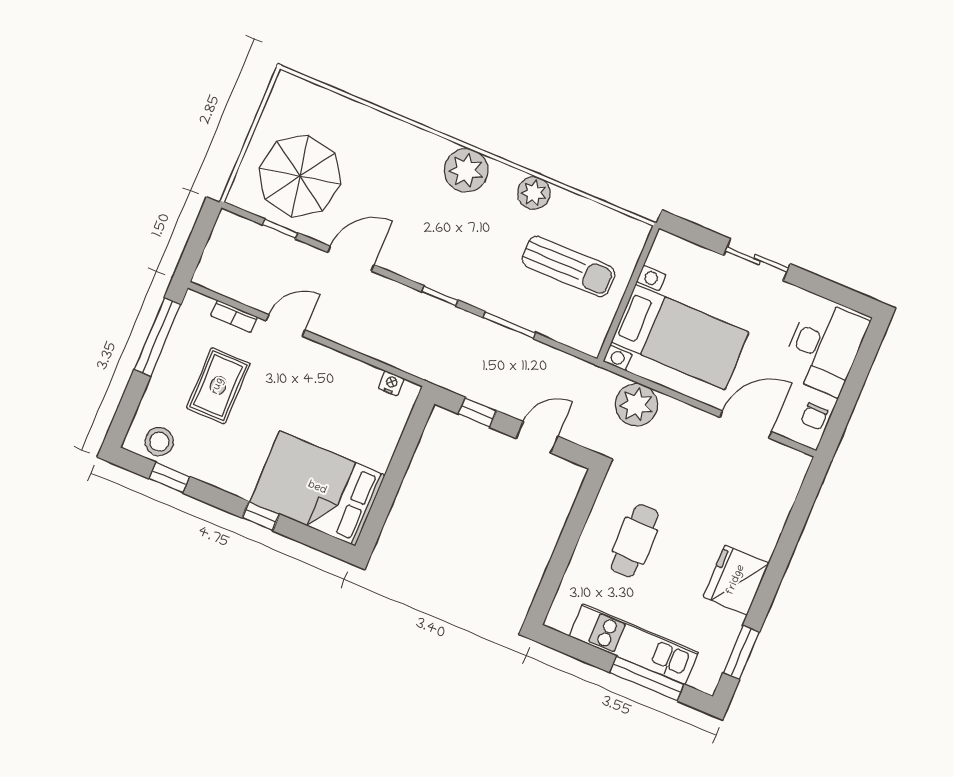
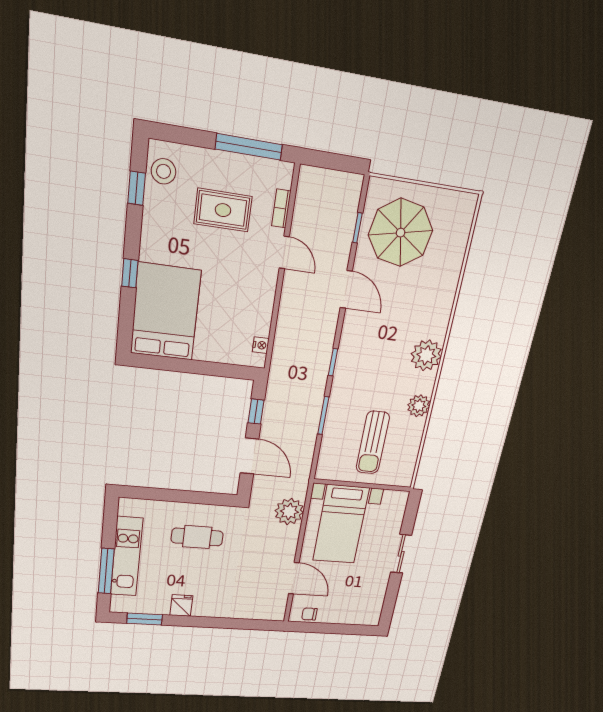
desk: (824, 347) -> (354, 607), removed
door: (537, 437) -> (249, 456), width x1.38
fridge: (736, 580) -> (181, 606), width x0.53, depth x0.75

